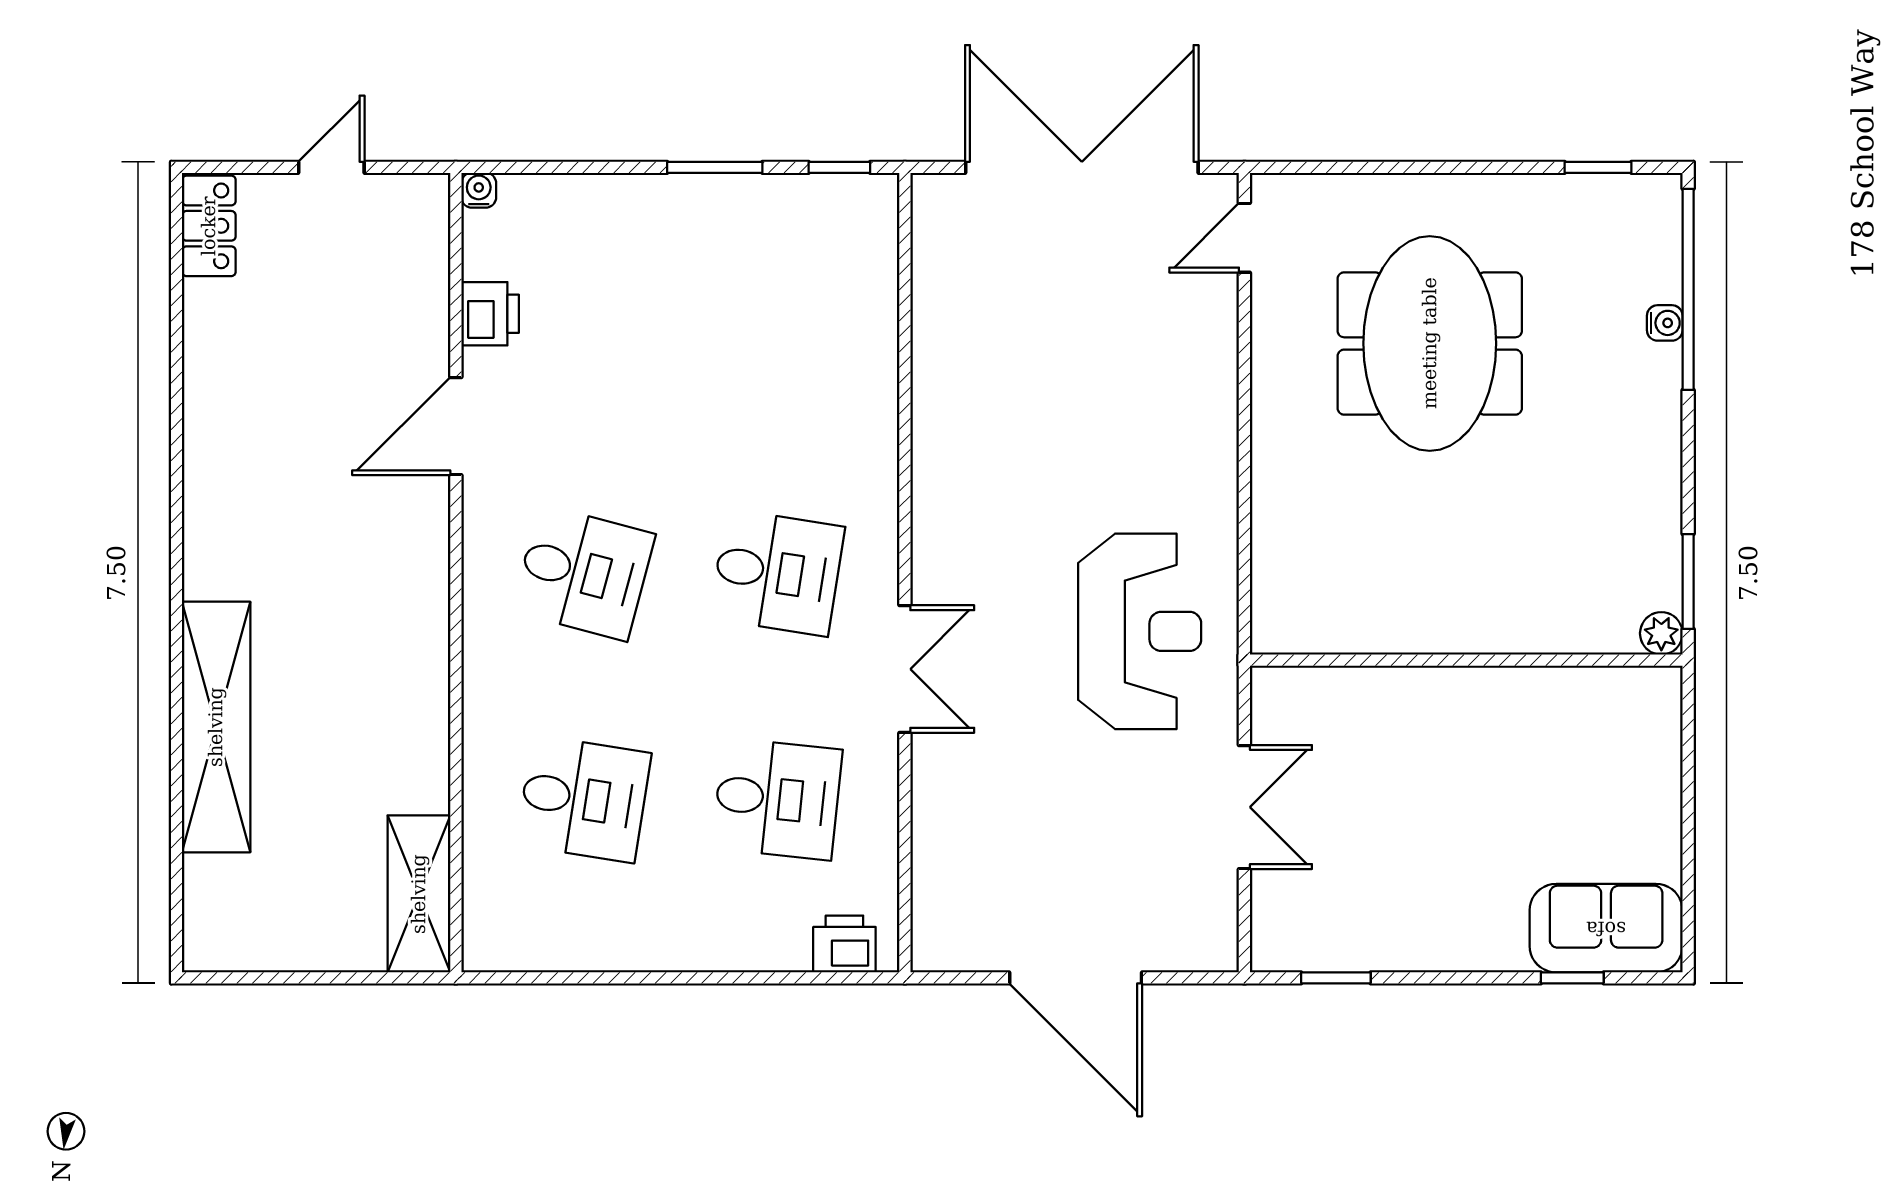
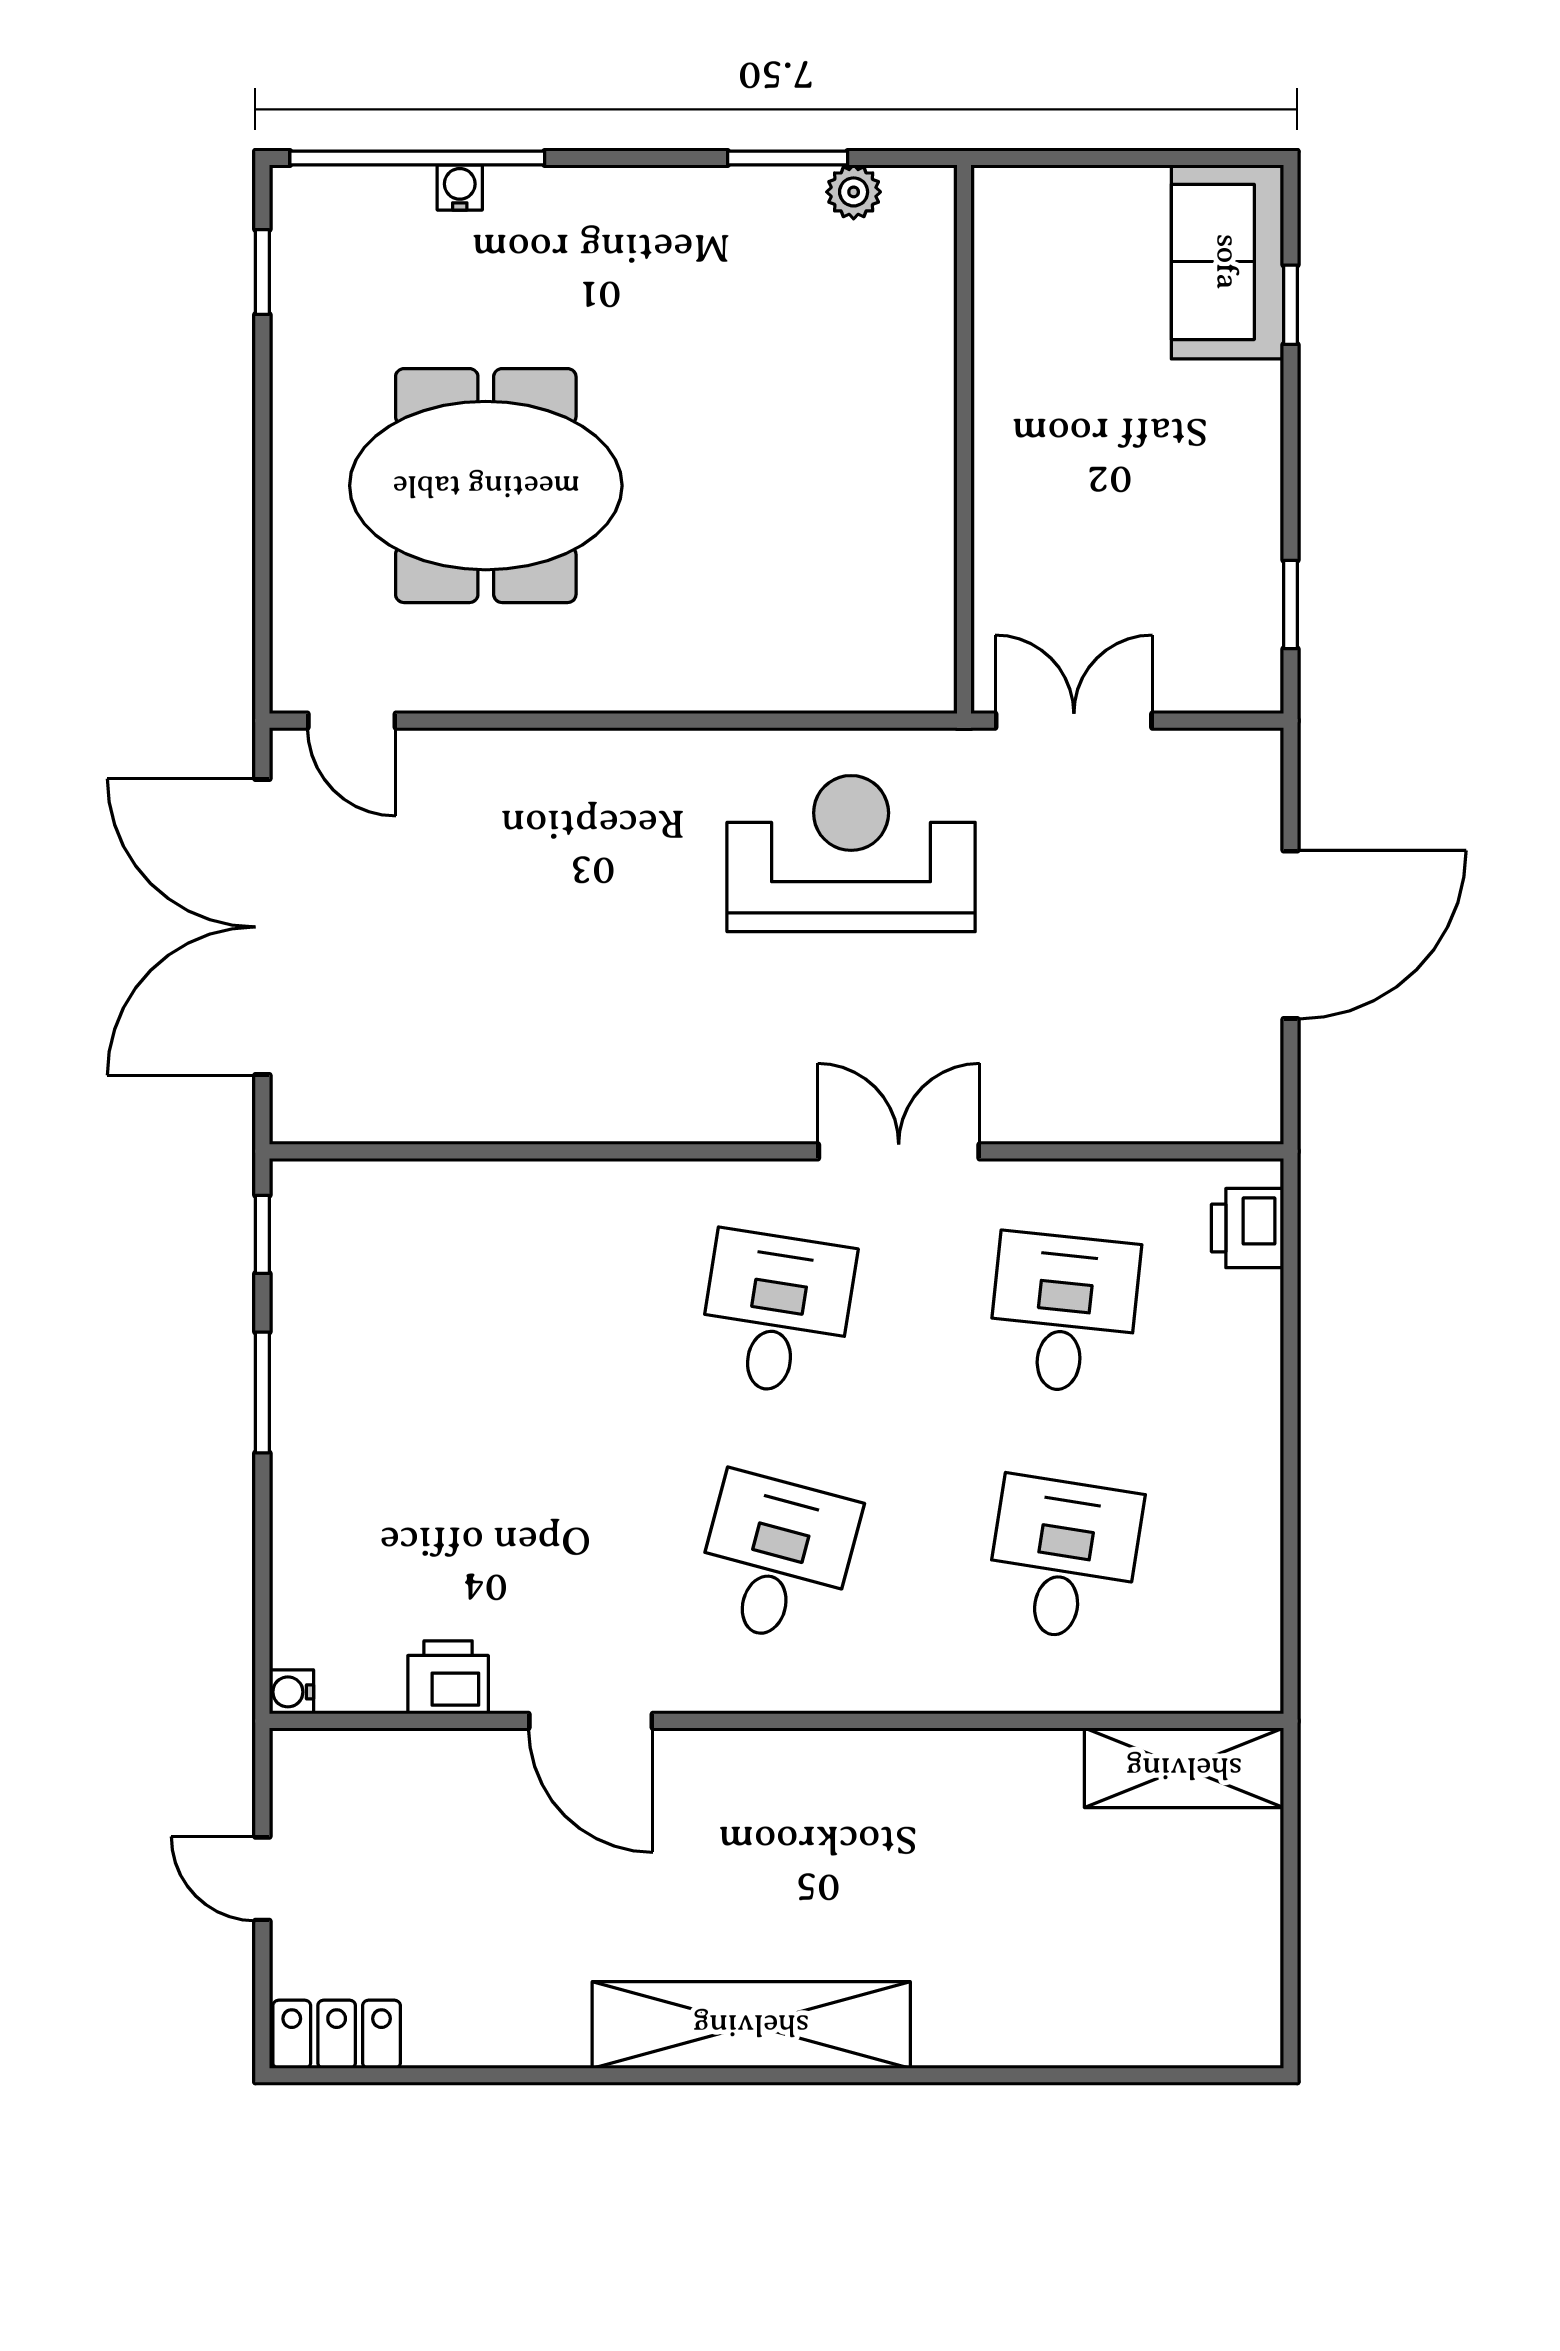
wall: (1466, 660) -> (964, 439), moved
shelving: (216, 727) -> (751, 2025), moved

